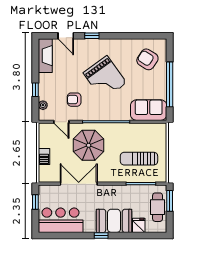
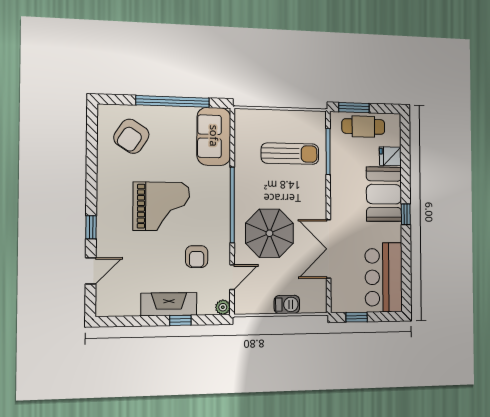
fireplace: (45, 56) -> (169, 304), moved
grand piano: (105, 78) -> (161, 206), turned 36
plant: (43, 105) -> (223, 307), moved
sun lounger: (139, 159) -> (290, 154), turned -90

